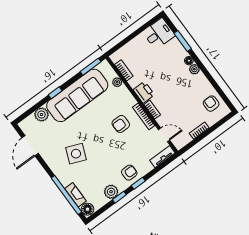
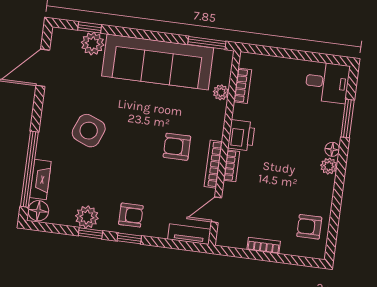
window: (55, 93) -> (90, 27), moved
armchair: (211, 104) -> (309, 227), turned -90
door: (164, 135) -> (216, 210), swing flipped

